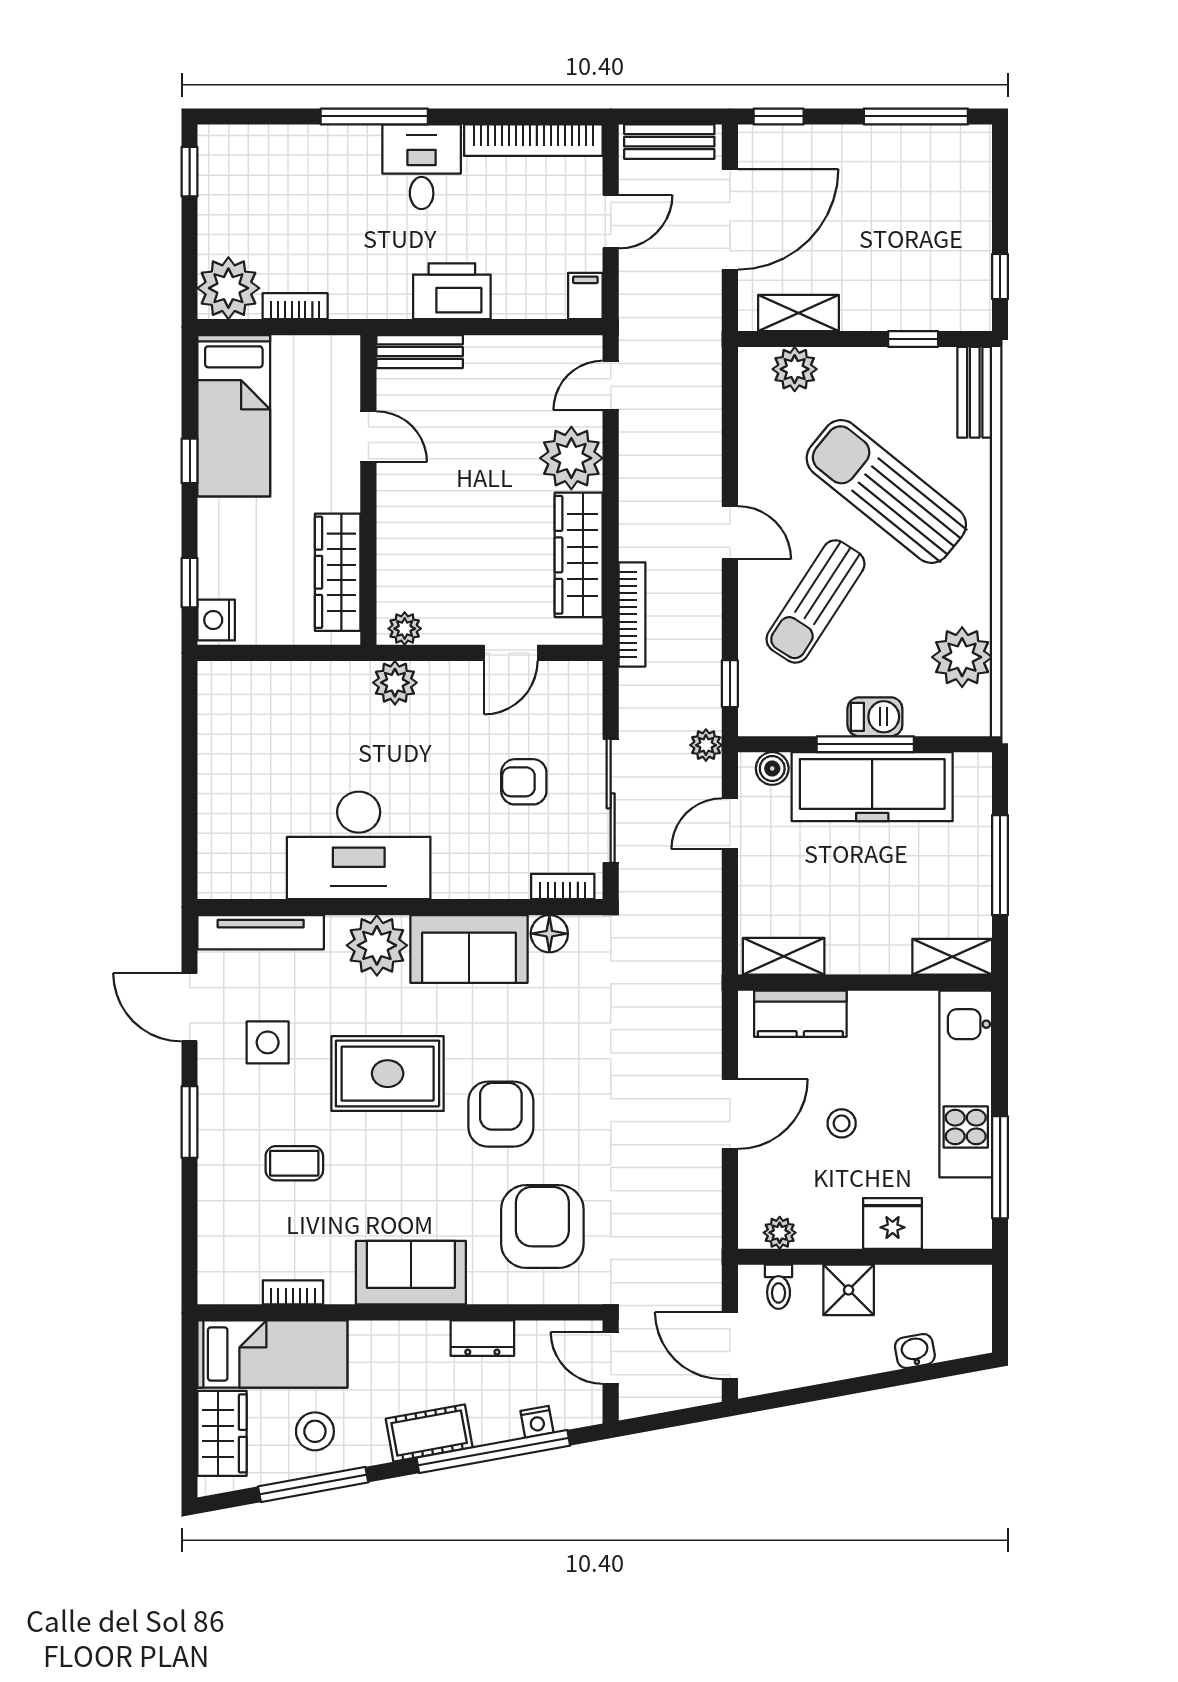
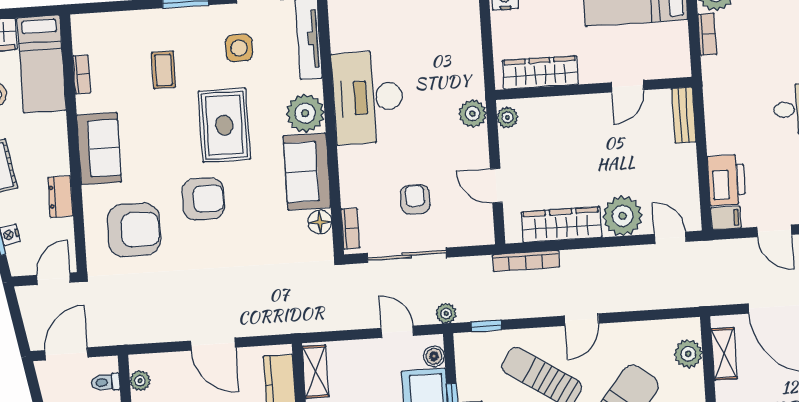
printer: (452, 291) -> (726, 180), moved

